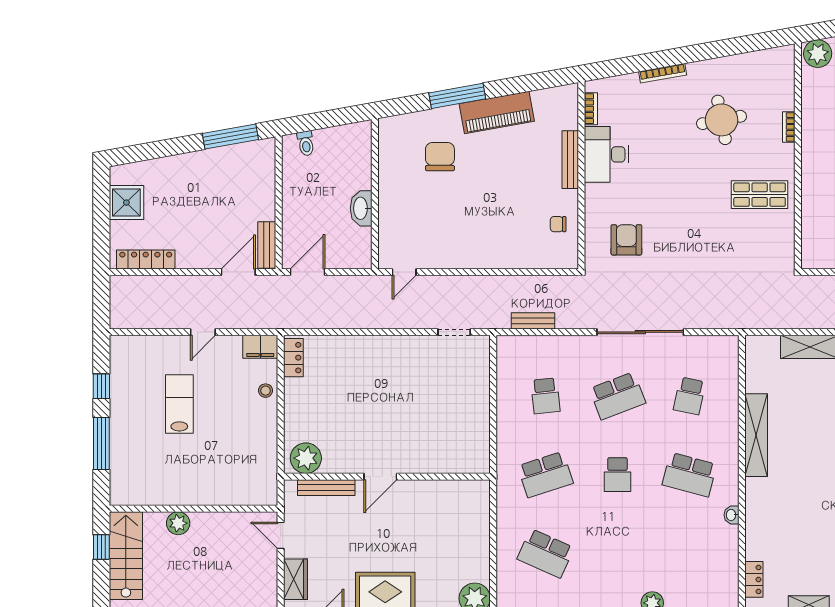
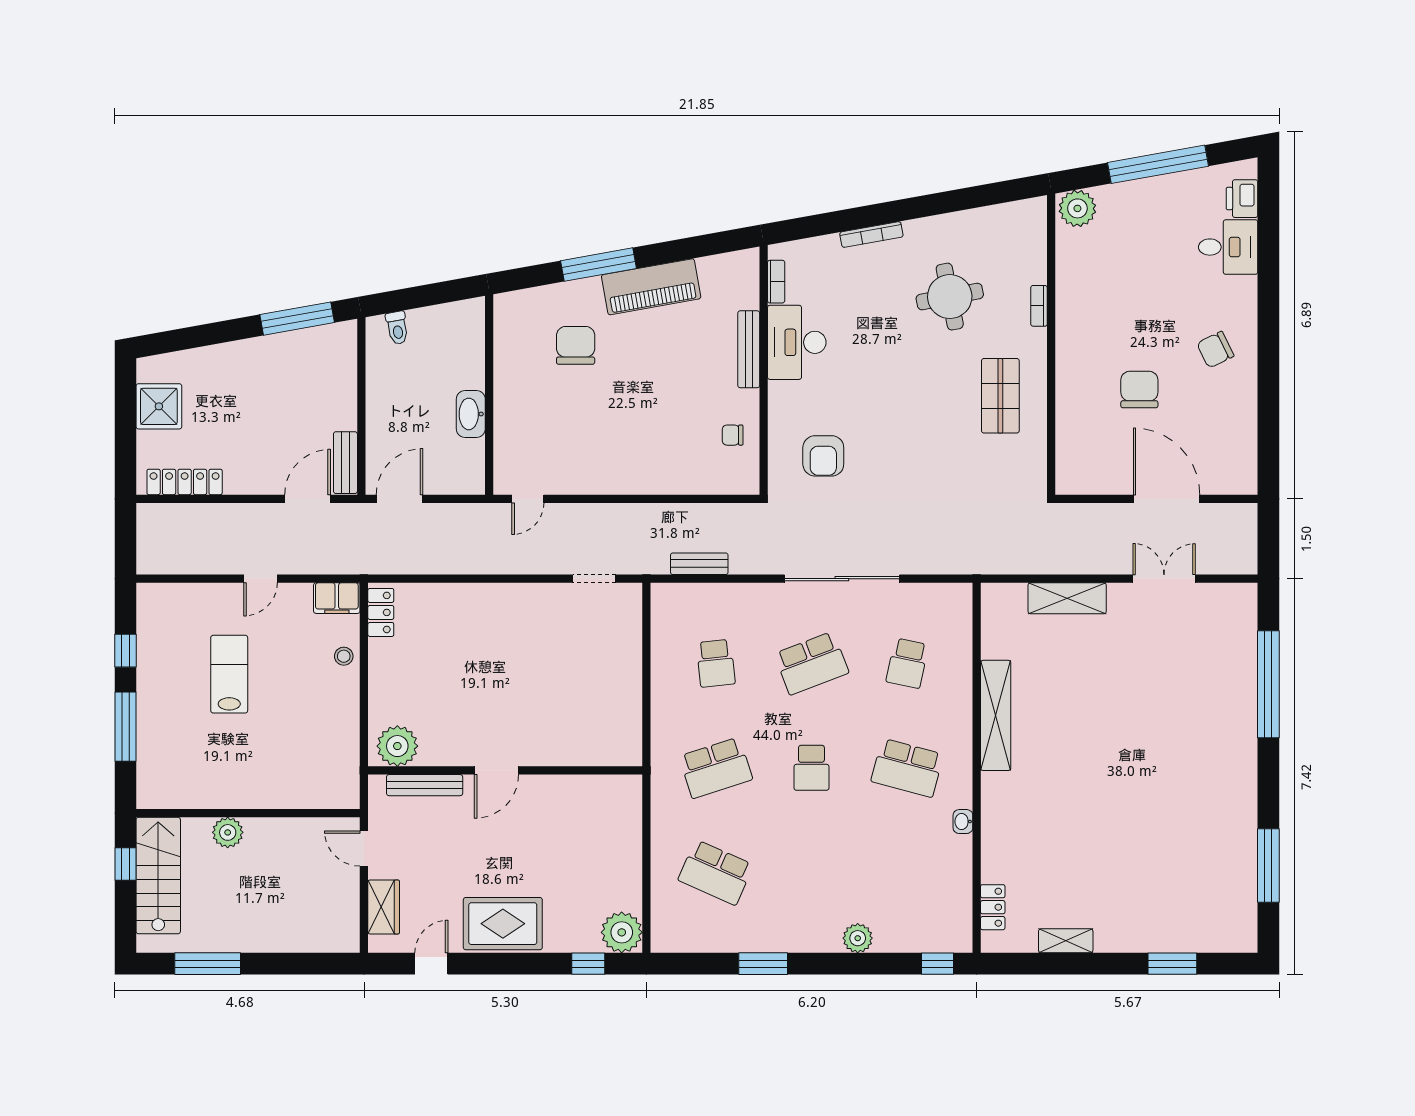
shop shelf: (760, 195) -> (1000, 396), turned 90
armchair: (626, 240) -> (823, 456), turned 180

